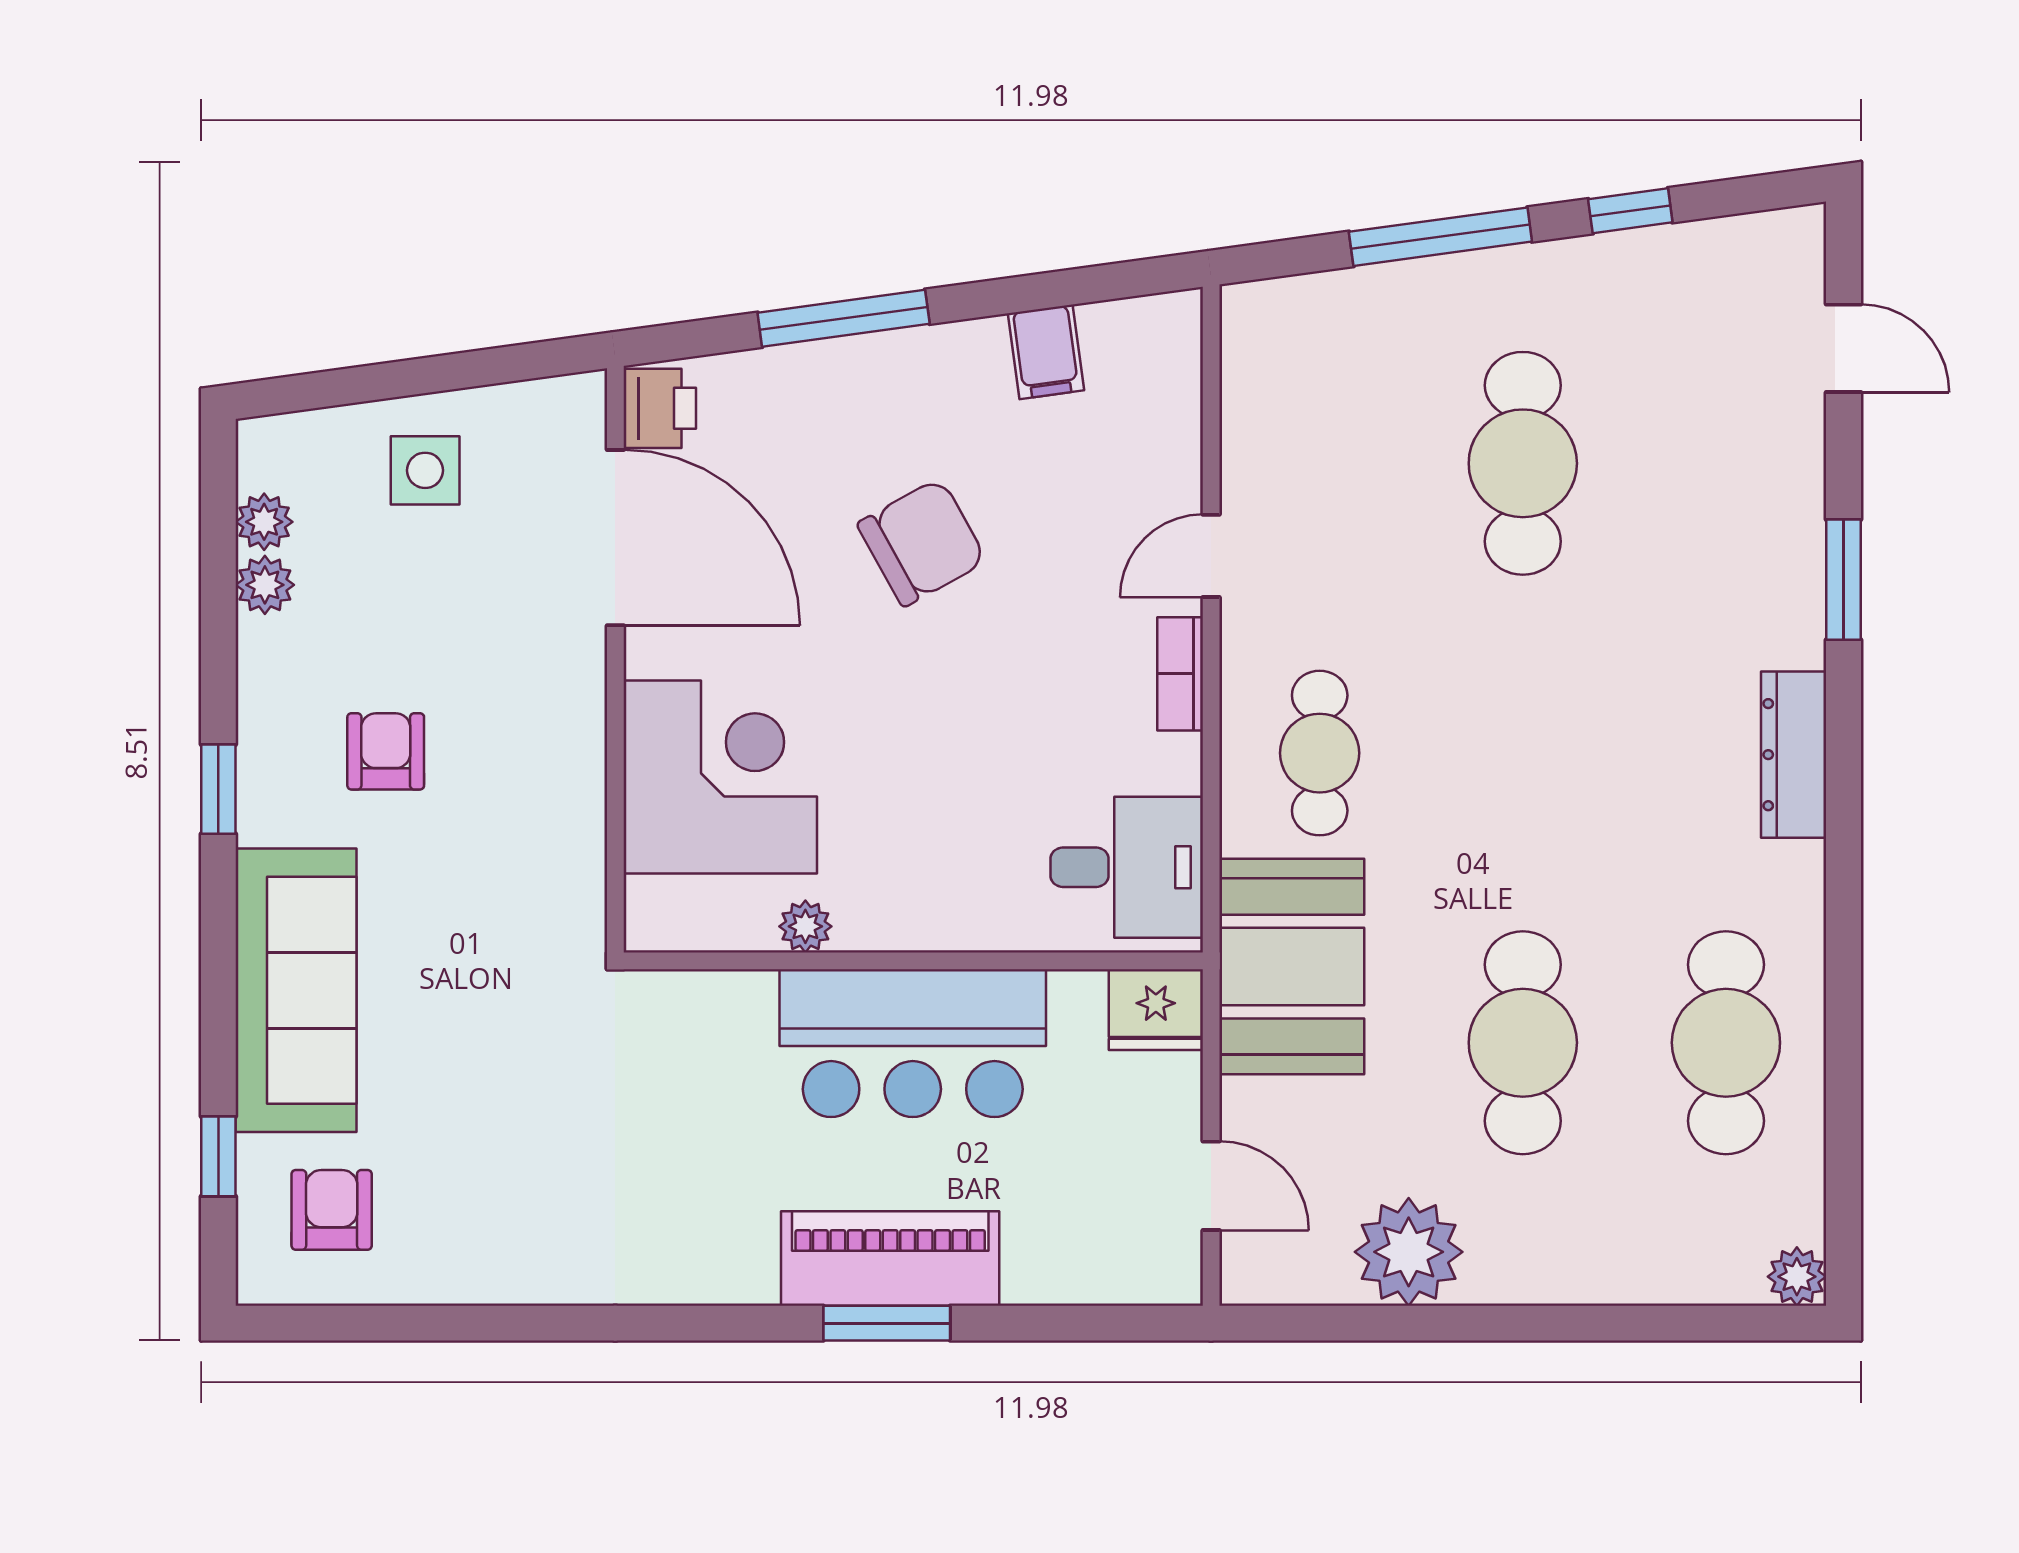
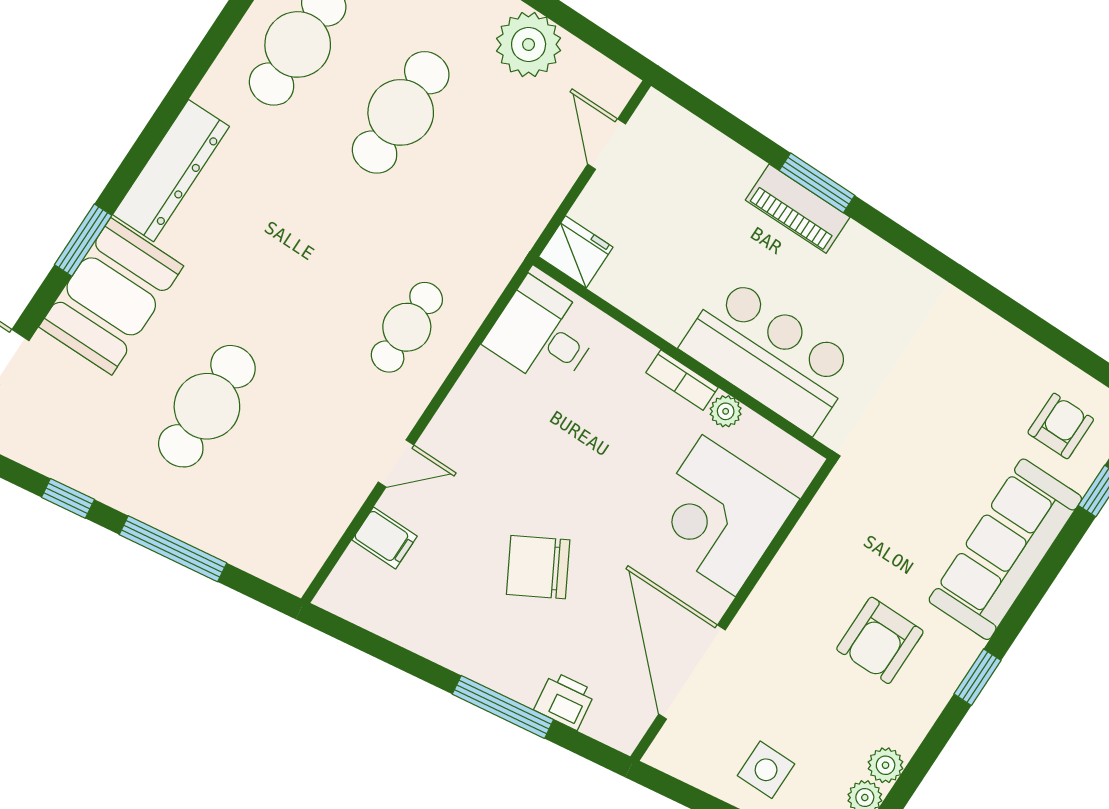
filing cabinet: (1046, 352) -> (384, 538), moved, turned 98
printer: (660, 408) -> (565, 701), moved, turned 82
bookcase: (1180, 674) -> (682, 380), moved, turned 90
armchair: (386, 751) -> (880, 640), width x1.38, depth x1.38
dresser: (1794, 755) -> (171, 171), width x1.37, depth x1.24
booth: (1292, 967) -> (111, 296), moved
bar counter: (913, 1043) -> (770, 355), moved
armchair: (332, 1210) -> (1061, 426), turned 180
piano: (890, 1258) -> (798, 209), width x0.73, depth x0.75

